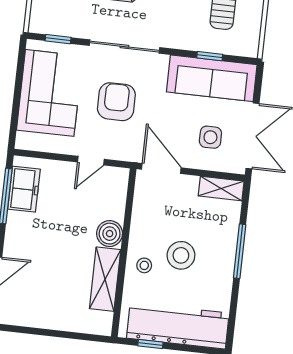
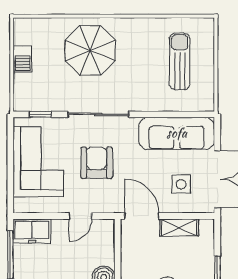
window: (210, 56) -> (173, 114), removed
freezer: (24, 189) -> (32, 231), moved, turned 90
shelving: (221, 189) -> (179, 227), moved

